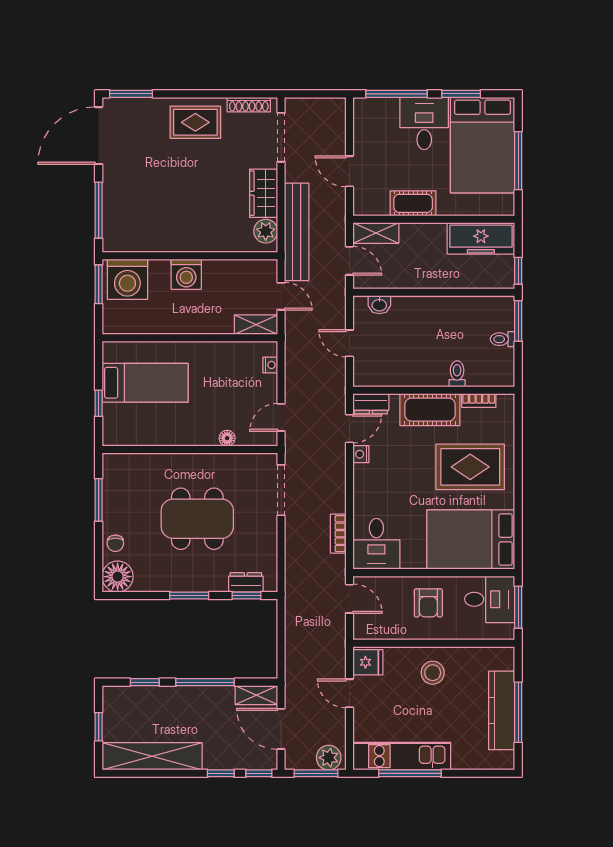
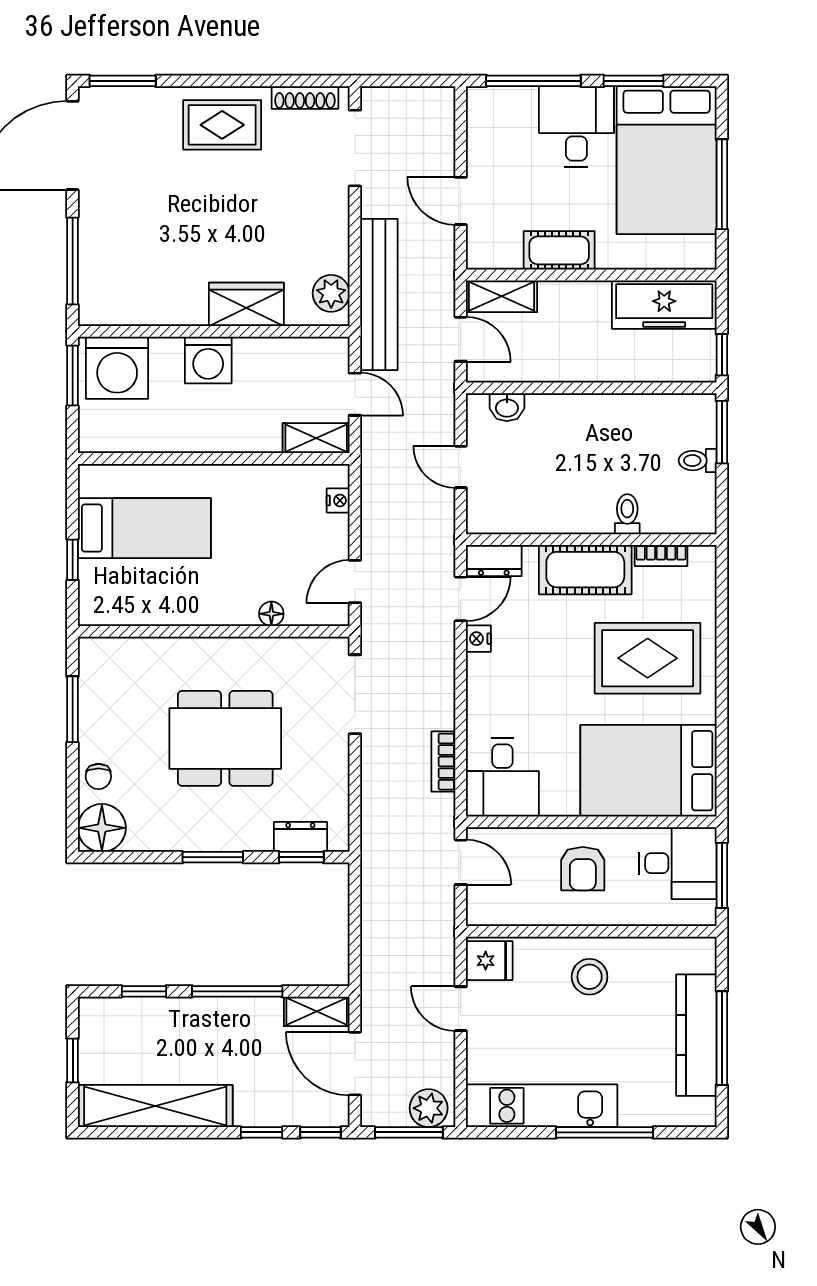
wardrobe: (264, 193) -> (246, 304), moved, turned 90
window: (410, 773) -> (604, 1132), moved

